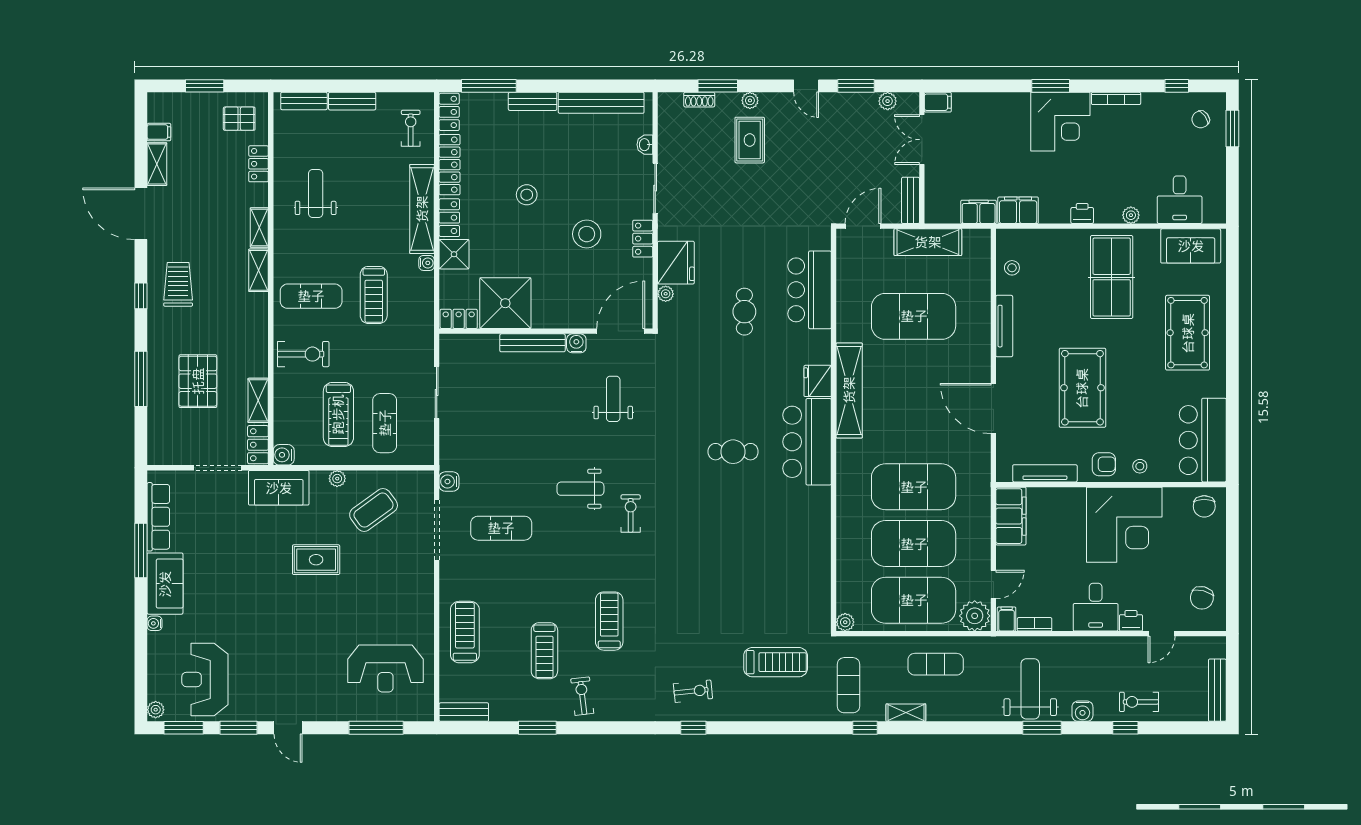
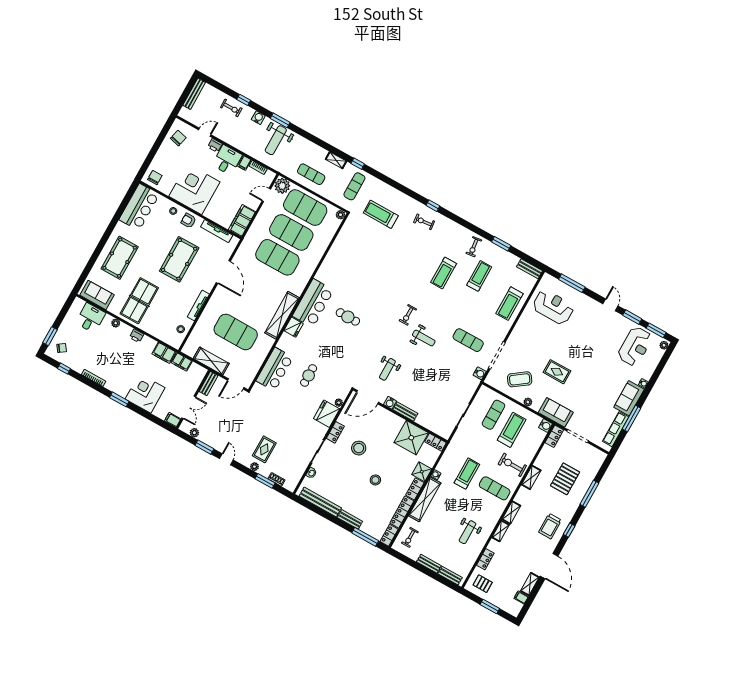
corner desk: (1060, 122) -> (145, 393), moved
bench: (532, 343) -> (405, 412), width x0.73
shelving: (258, 400) -> (531, 477), moved
filing cabinet: (1007, 619) -> (244, 163), moved

